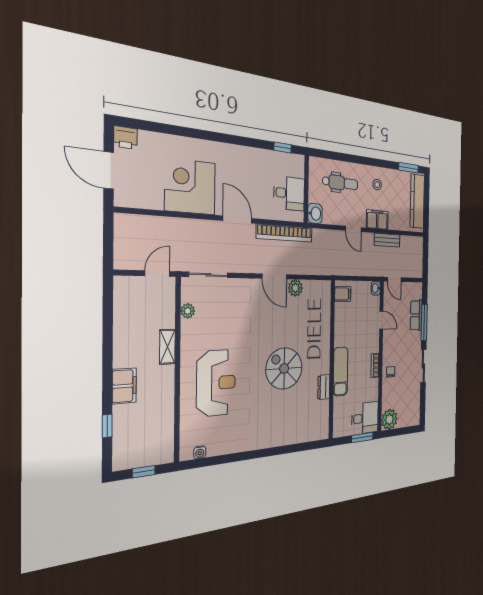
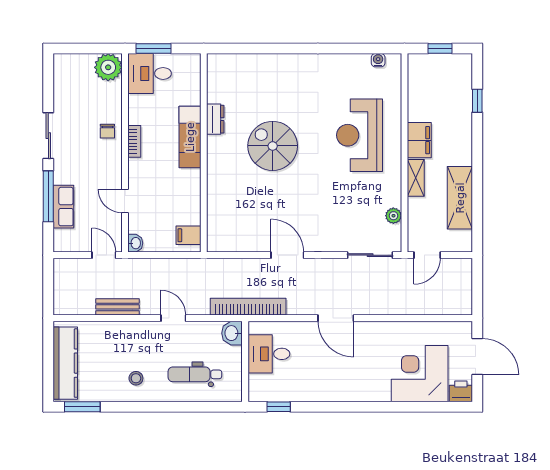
corner desk: (190, 187) -> (420, 374), moved, turned 180
filing cabinet: (377, 220) -> (135, 333), removed
bookcase: (285, 233) -> (248, 307), moved
plant: (295, 288) -> (259, 242), removed
shelving: (125, 329) -> (460, 198), added
spiral stairs: (284, 369) -> (273, 146), turned 180
filing cabinet: (124, 386) -> (419, 140), moved, turned 180

